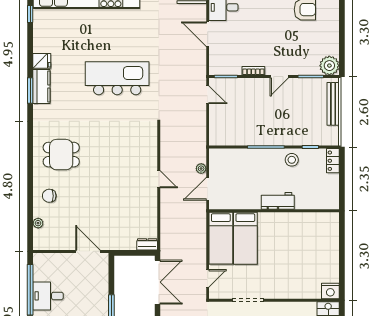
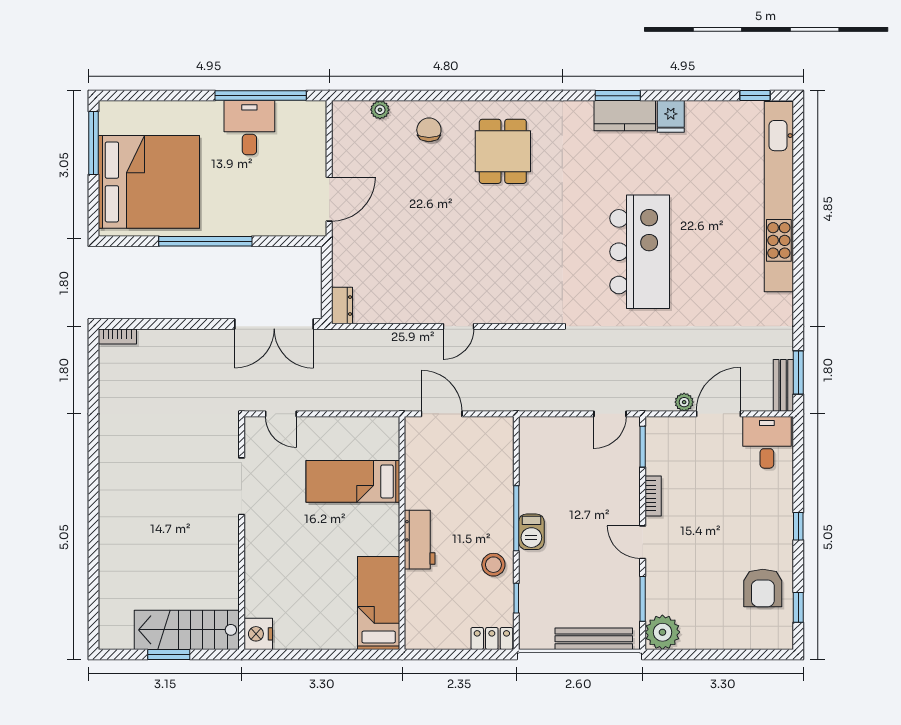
barbecue: (273, 139) -> (531, 532), added
plant: (201, 169) -> (684, 402), moved
bed: (221, 238) -> (379, 603), moved, turned 90

